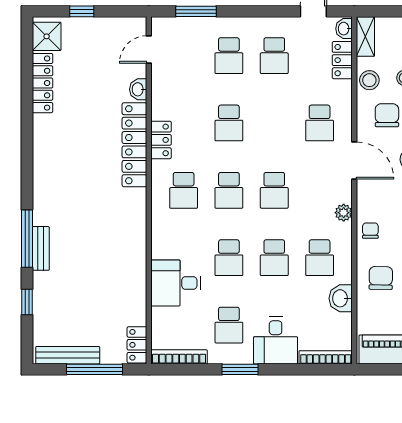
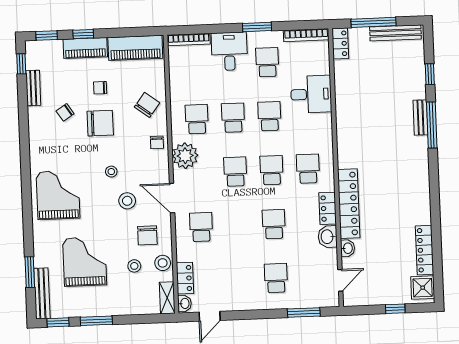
school desk: (274, 56) -> (240, 280), removed
plant: (344, 213) -> (185, 156), width x1.87, depth x1.87
chair: (381, 278) -> (147, 105), turned -144
washbasin: (341, 298) -> (328, 237), moved, turned 180

